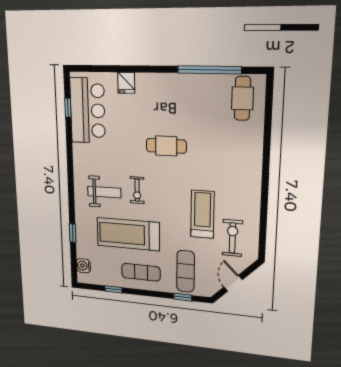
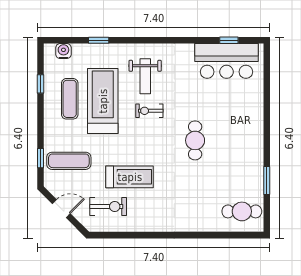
window: (209, 70) -> (267, 181), width x0.47
fridge: (126, 83) -> (254, 101), removed
exercise mat: (141, 272) -> (70, 99), moved

